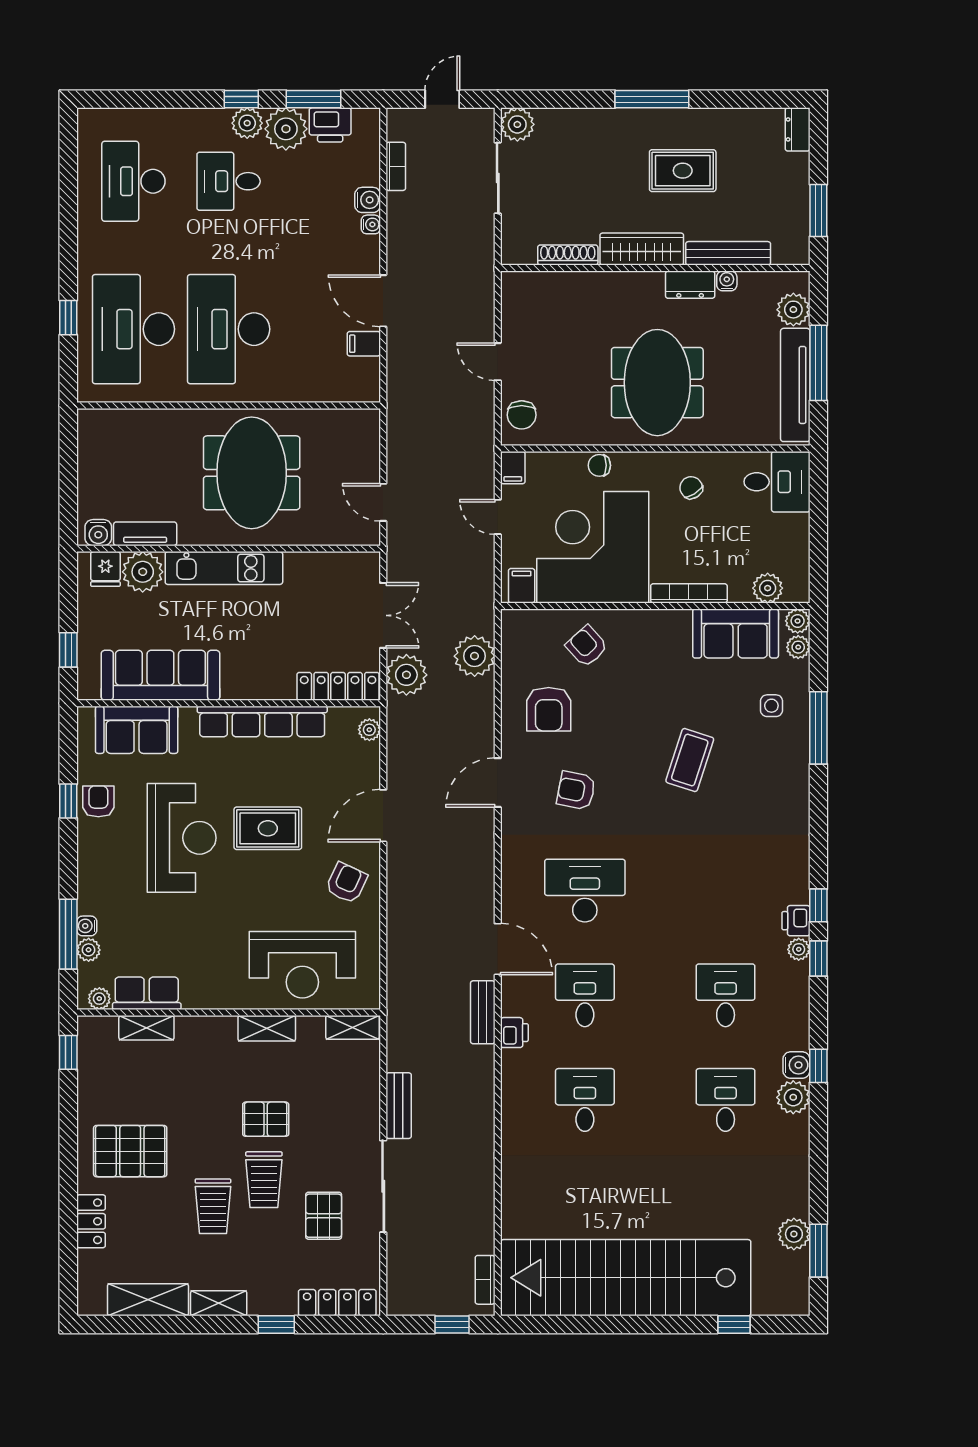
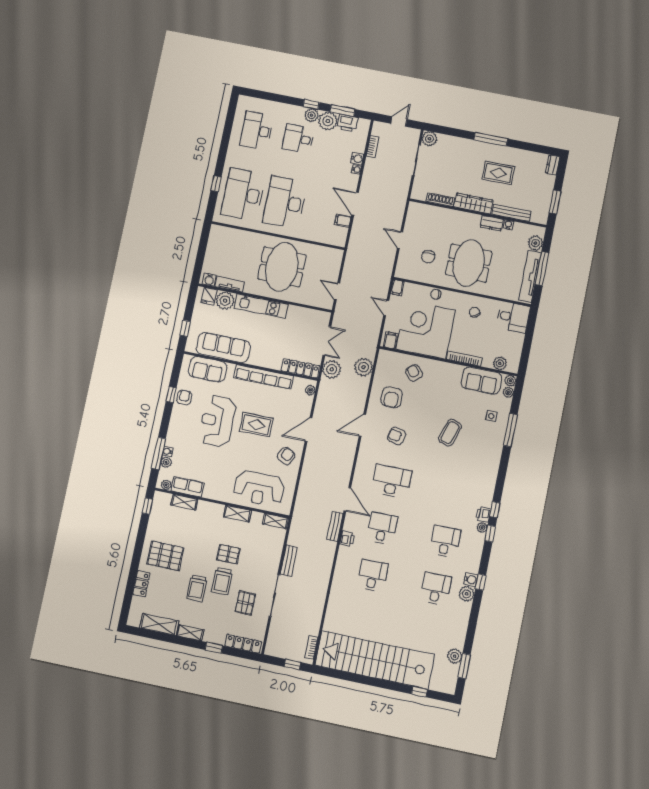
chair: (522, 415) -> (428, 257), moved
reception desk: (182, 838) -> (217, 421), turned 180

